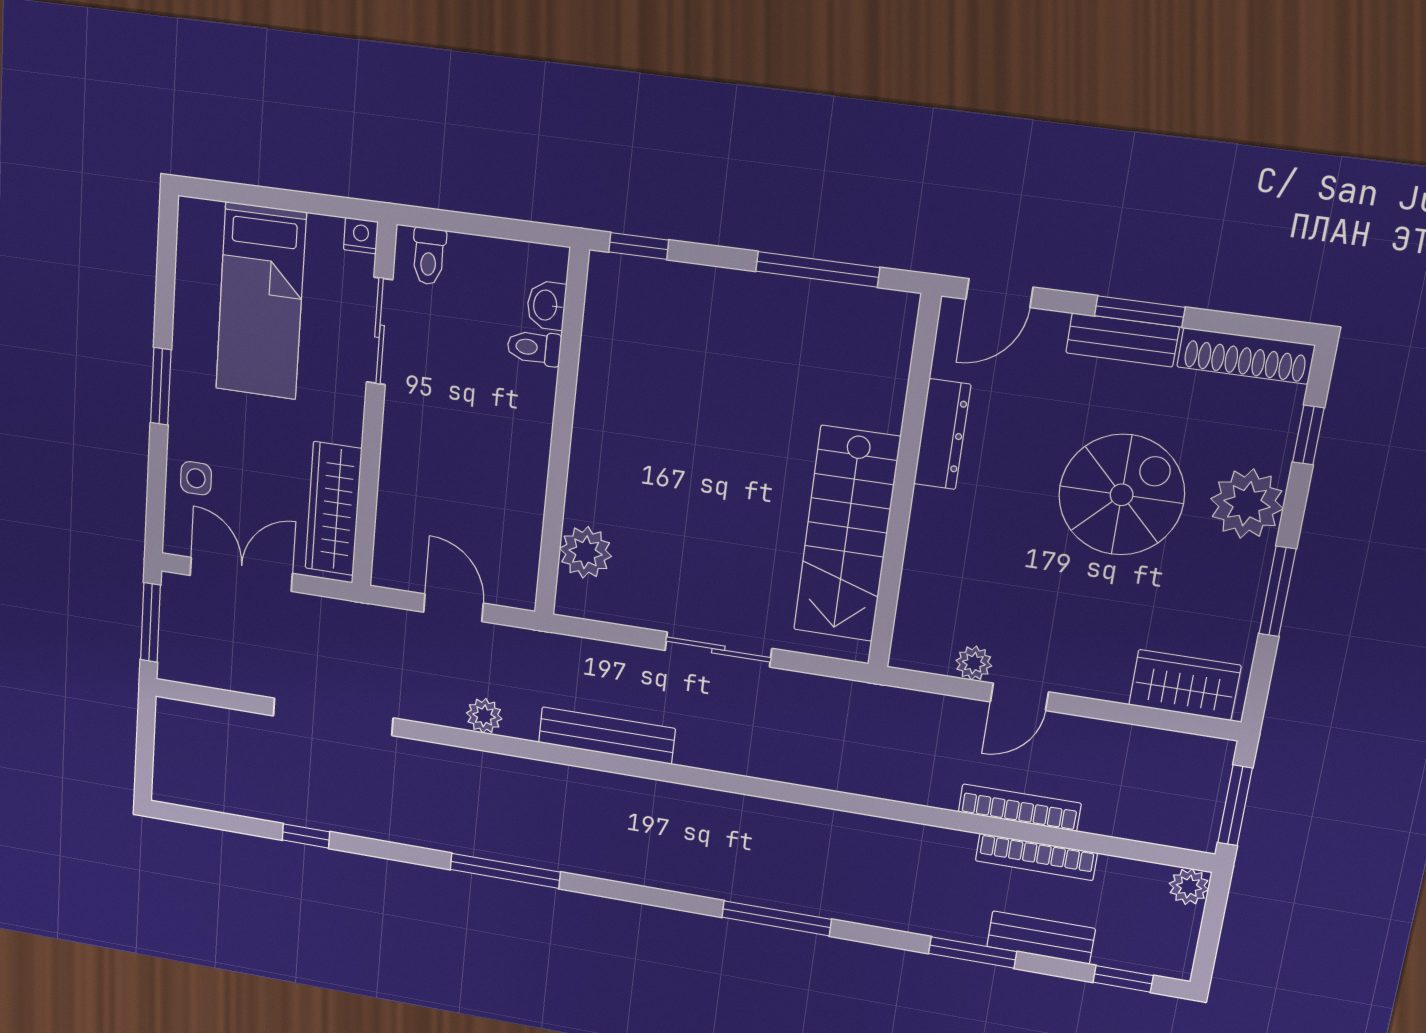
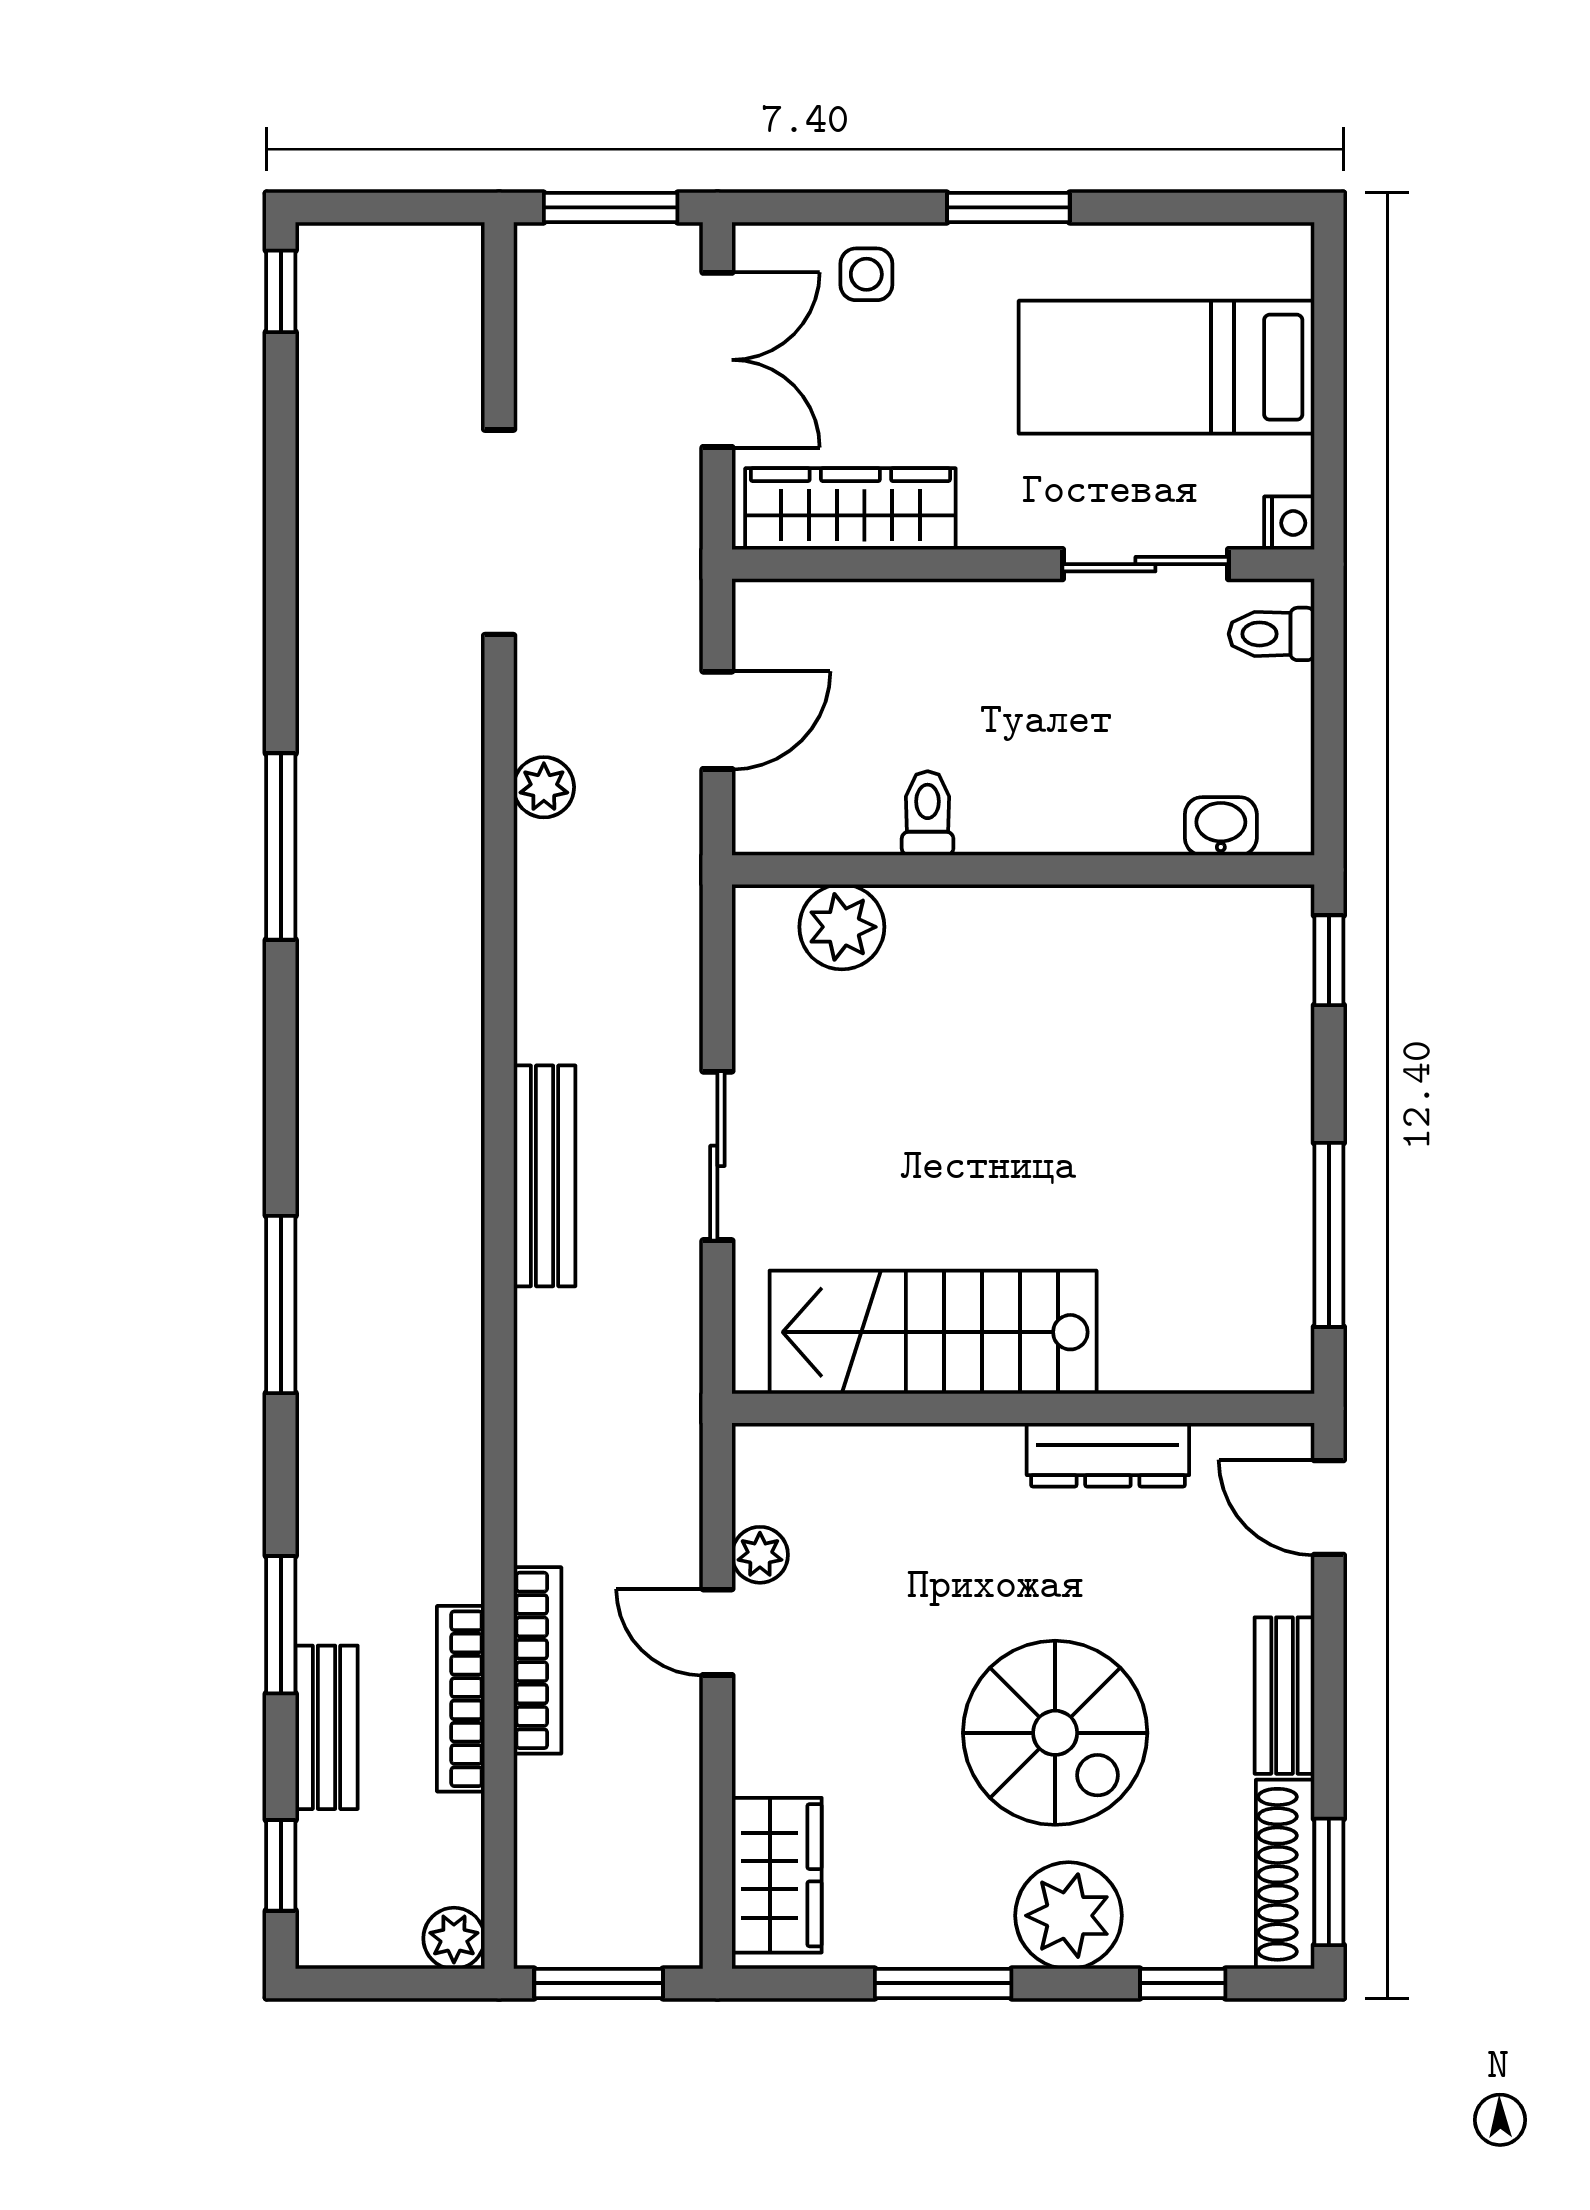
window: (1140, 311) -> (1329, 1882), moved
toilet: (534, 348) -> (928, 813), moved
bench: (607, 736) -> (545, 1176), moved
window: (306, 836) -> (281, 291), moved

